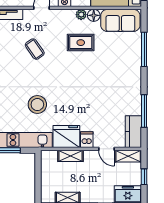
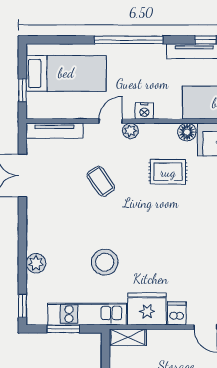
plant: (81, 15) -> (130, 131), moved
shelving: (70, 156) -> (128, 337), moved

